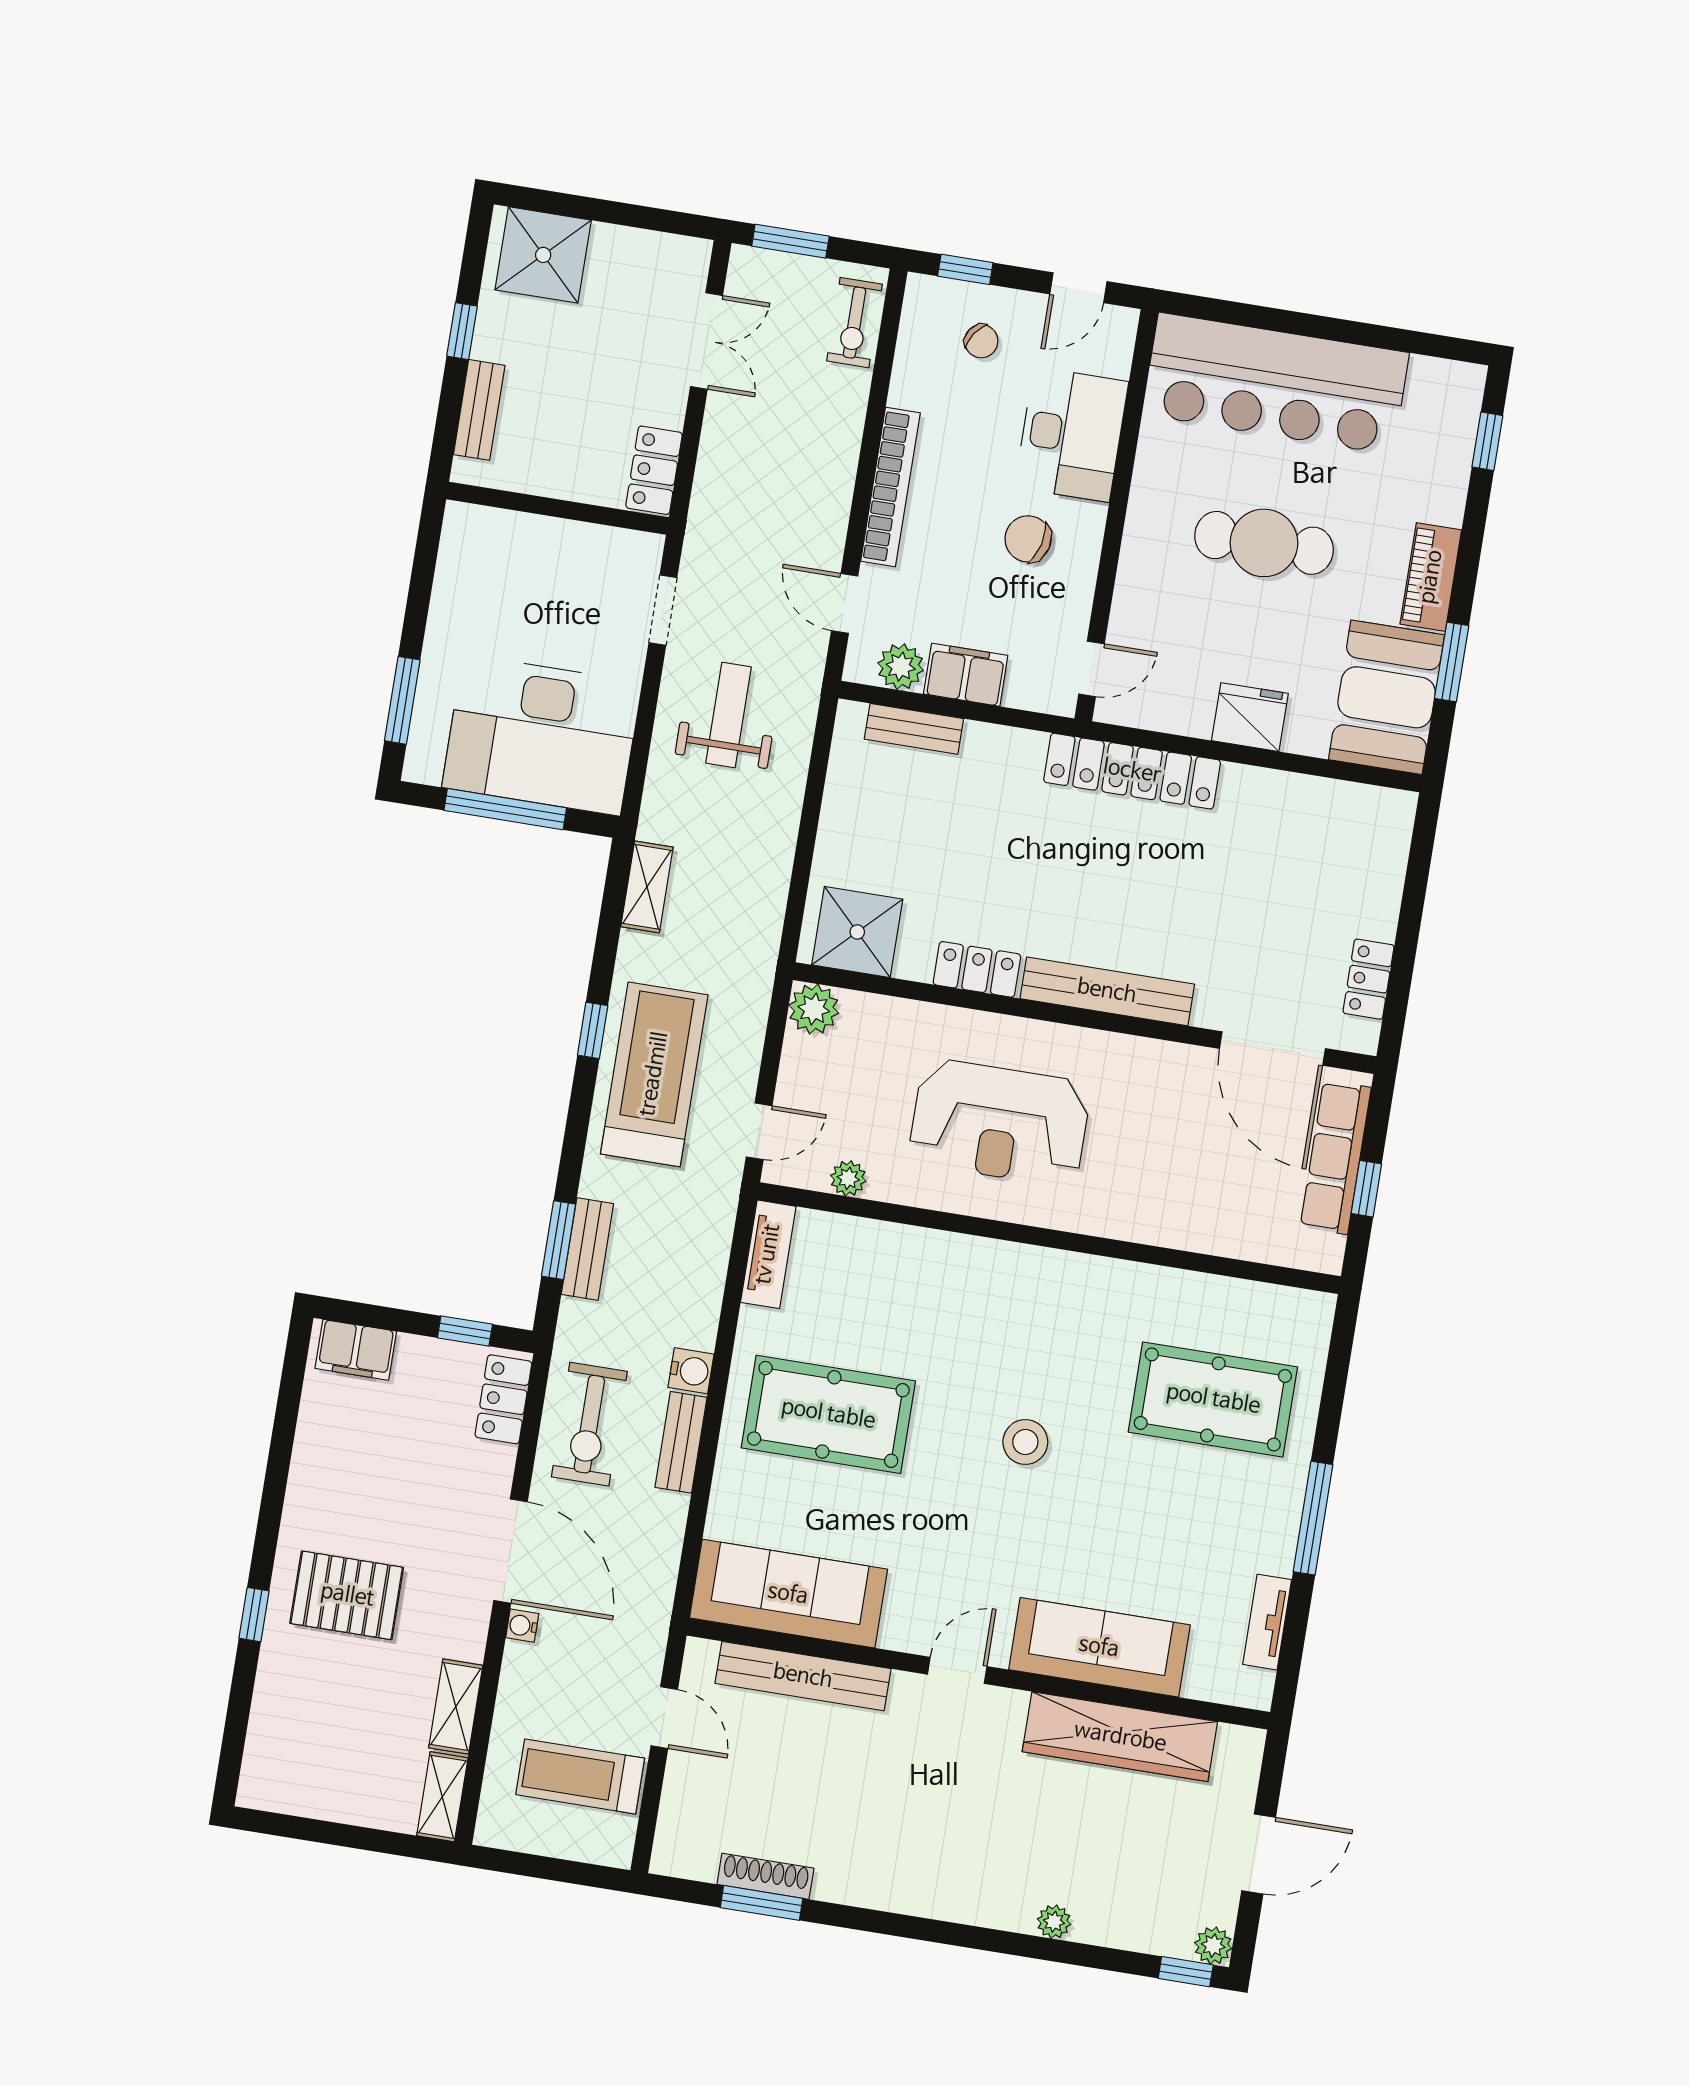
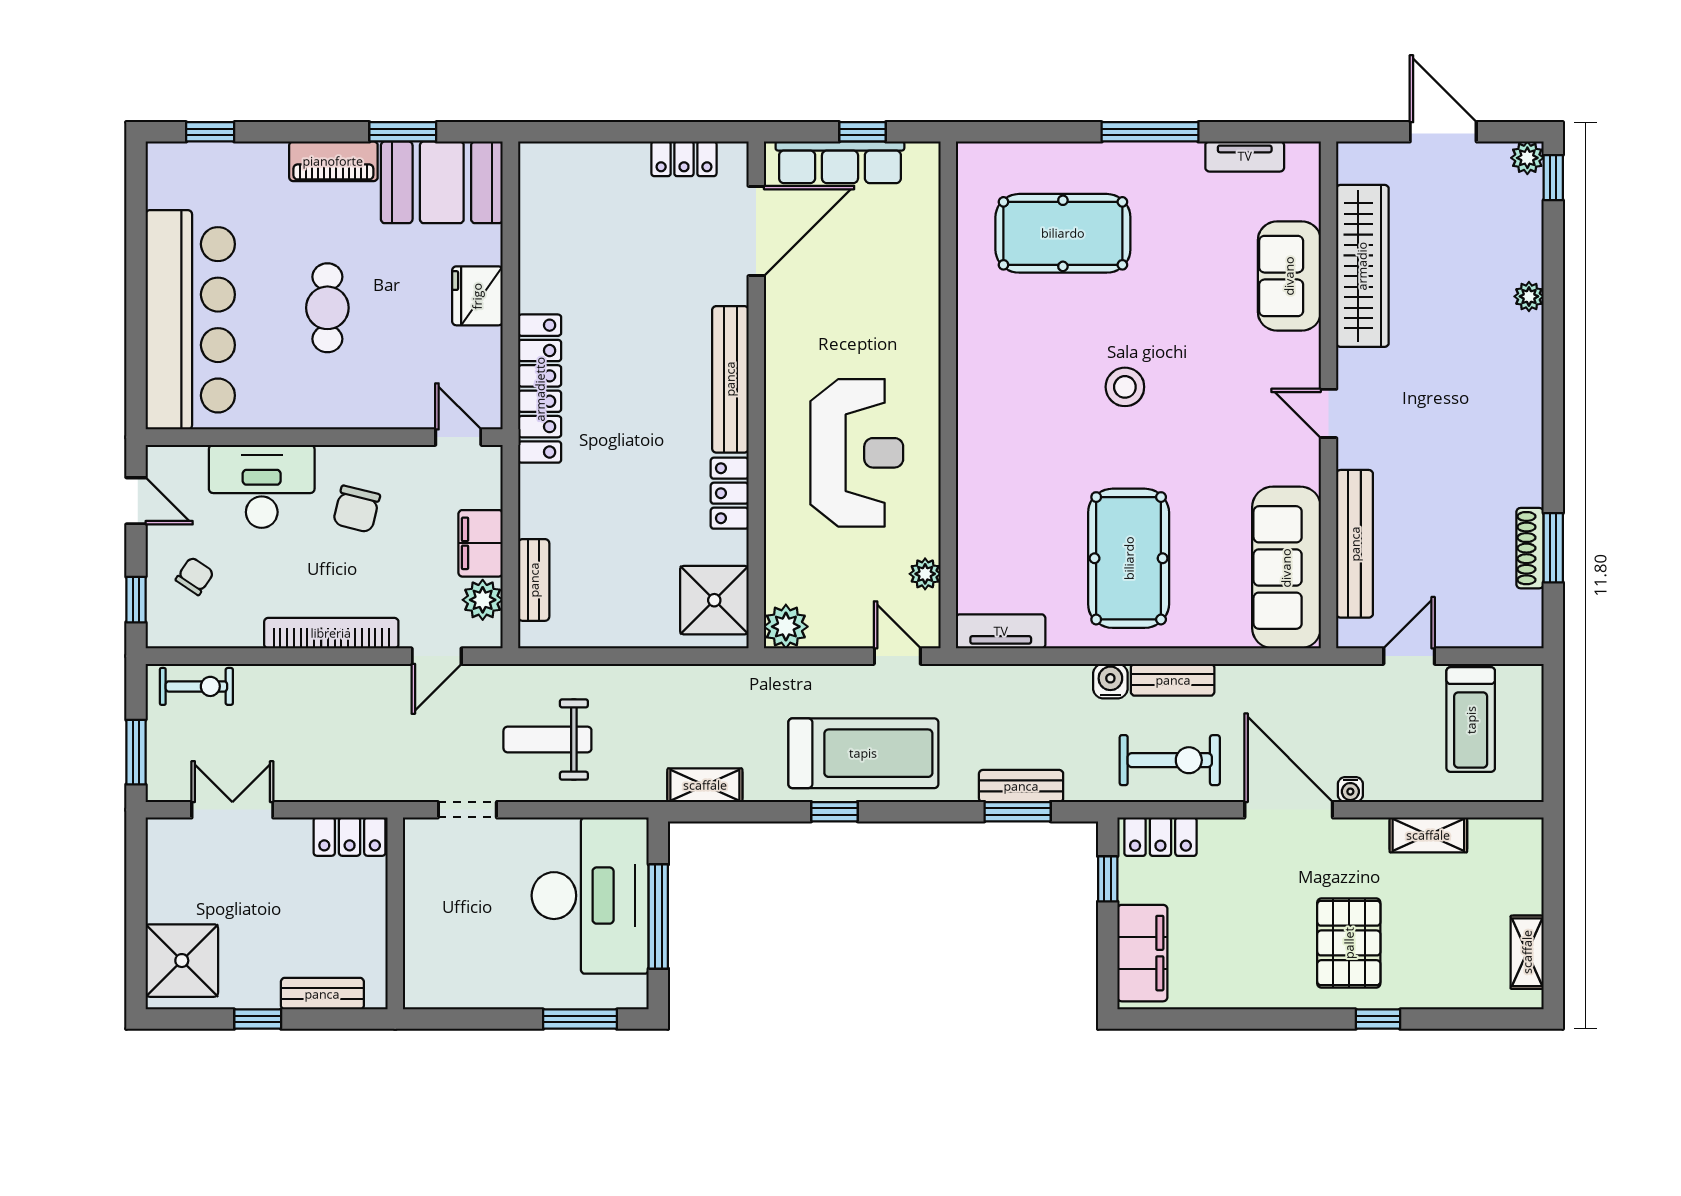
cafe table: (1264, 543) -> (327, 308), width x0.73, depth x0.74
treadmill: (654, 1074) -> (863, 753), turned 180
filing cabinet: (356, 1350) -> (1142, 953), width x1.50, depth x1.17
pool table: (1213, 1399) -> (1063, 233), turned 90
door: (511, 1551) -> (1289, 810), hinge flipped
sofa: (1099, 1647) -> (1289, 276), width x0.73
shelving: (442, 1797) -> (1527, 952), moved, turned 90

